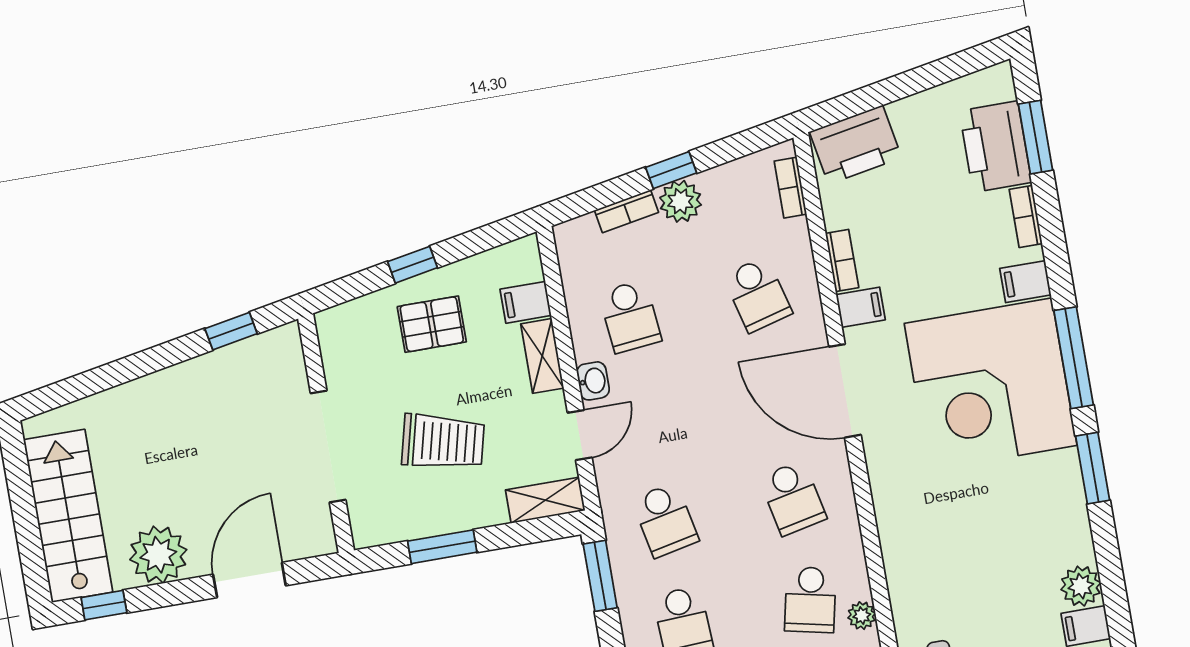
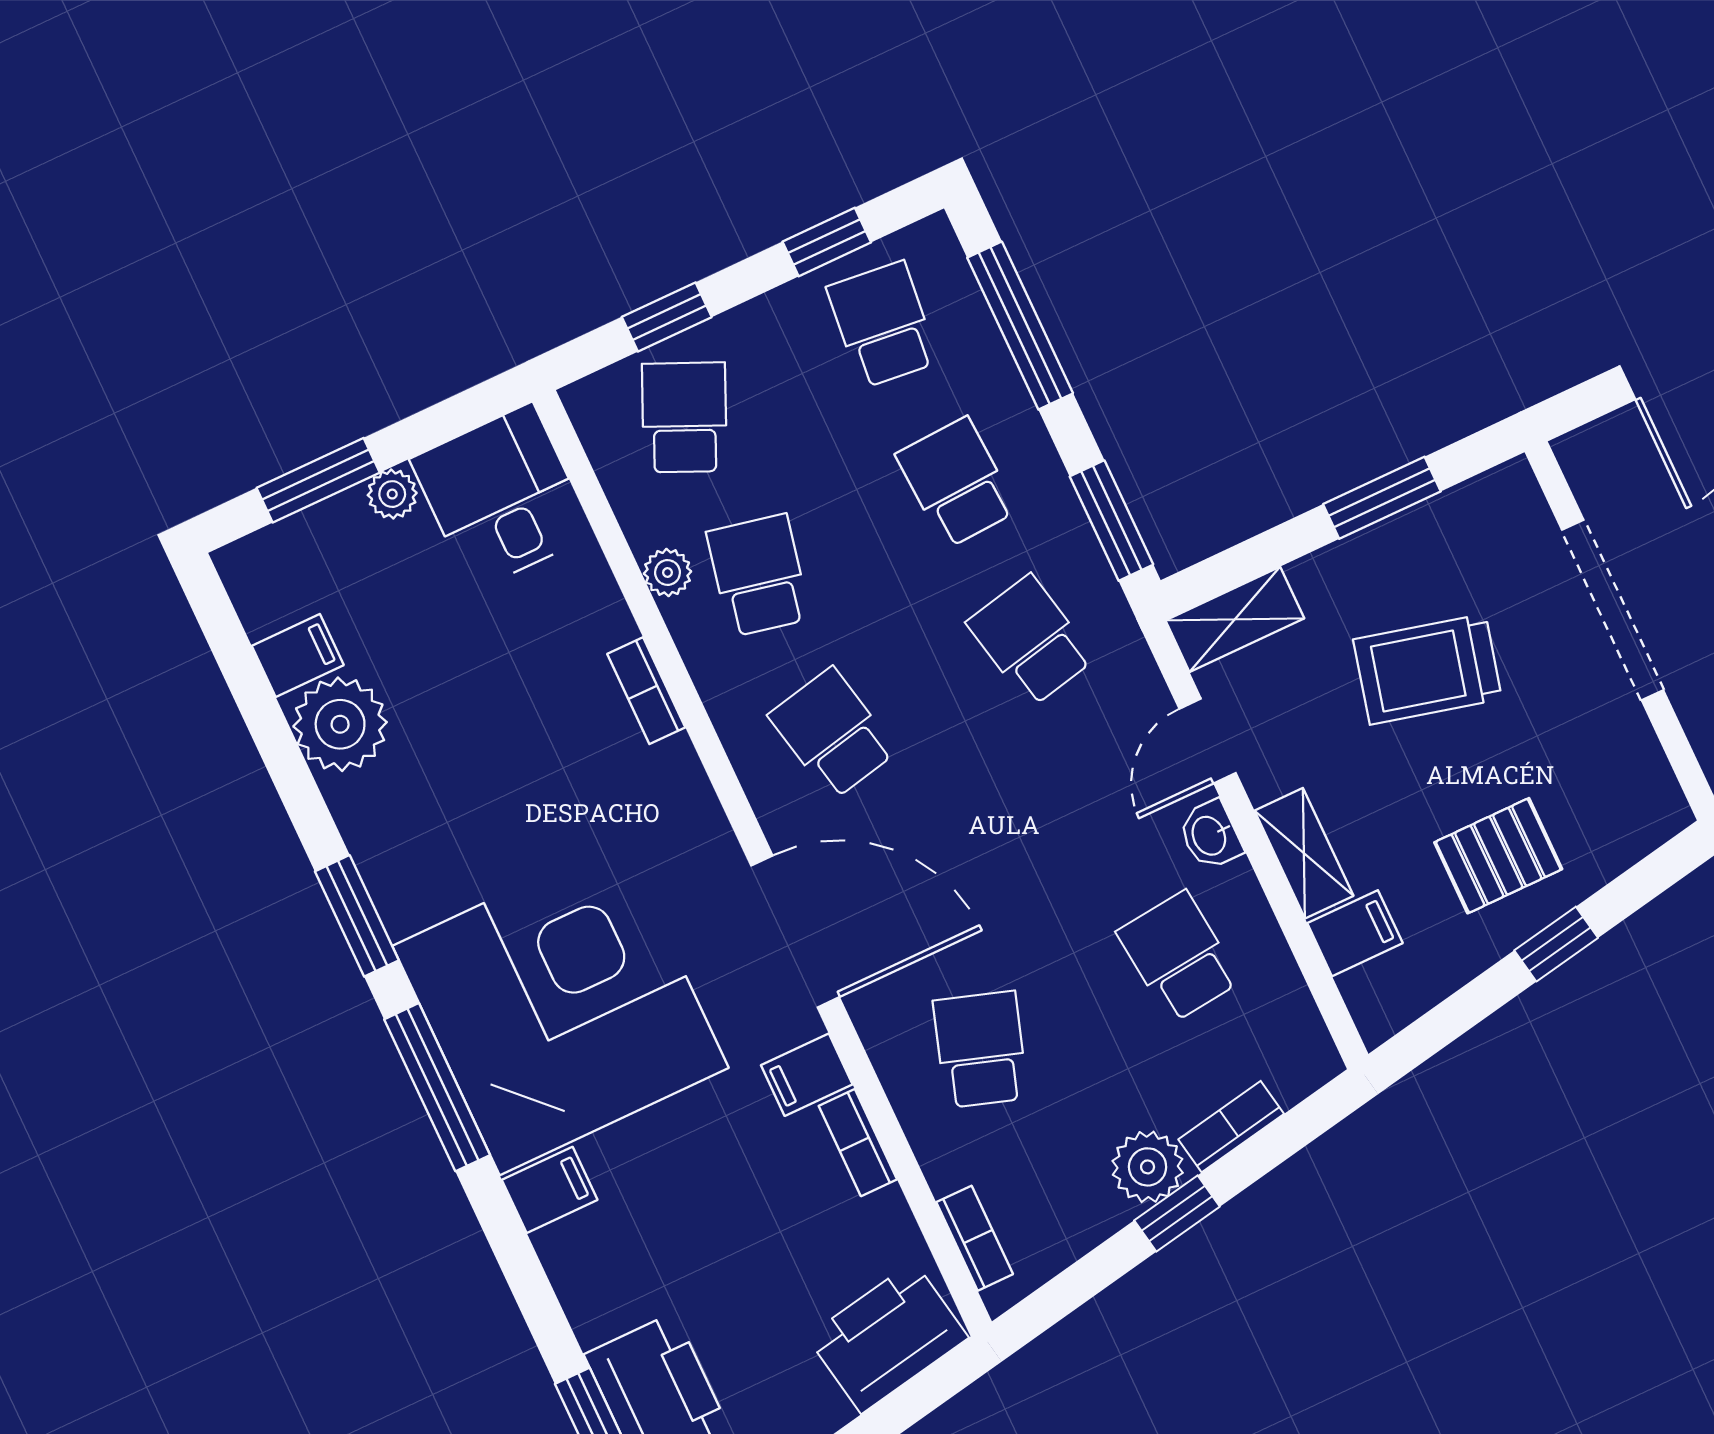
bookcase: (1026, 216) -> (646, 691), moved, turned 180
school desk: (758, 294) -> (980, 1049), turned 33
plant: (1081, 586) -> (340, 724), width x1.36, depth x1.36

